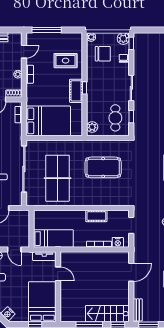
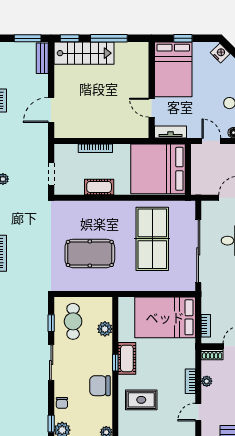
chair: (103, 54) -> (100, 386), moved
plant: (92, 127) -> (105, 329), moved
bed: (53, 239) -> (158, 169), width x2.04
nightstand: (118, 242) -> (70, 151), removed

